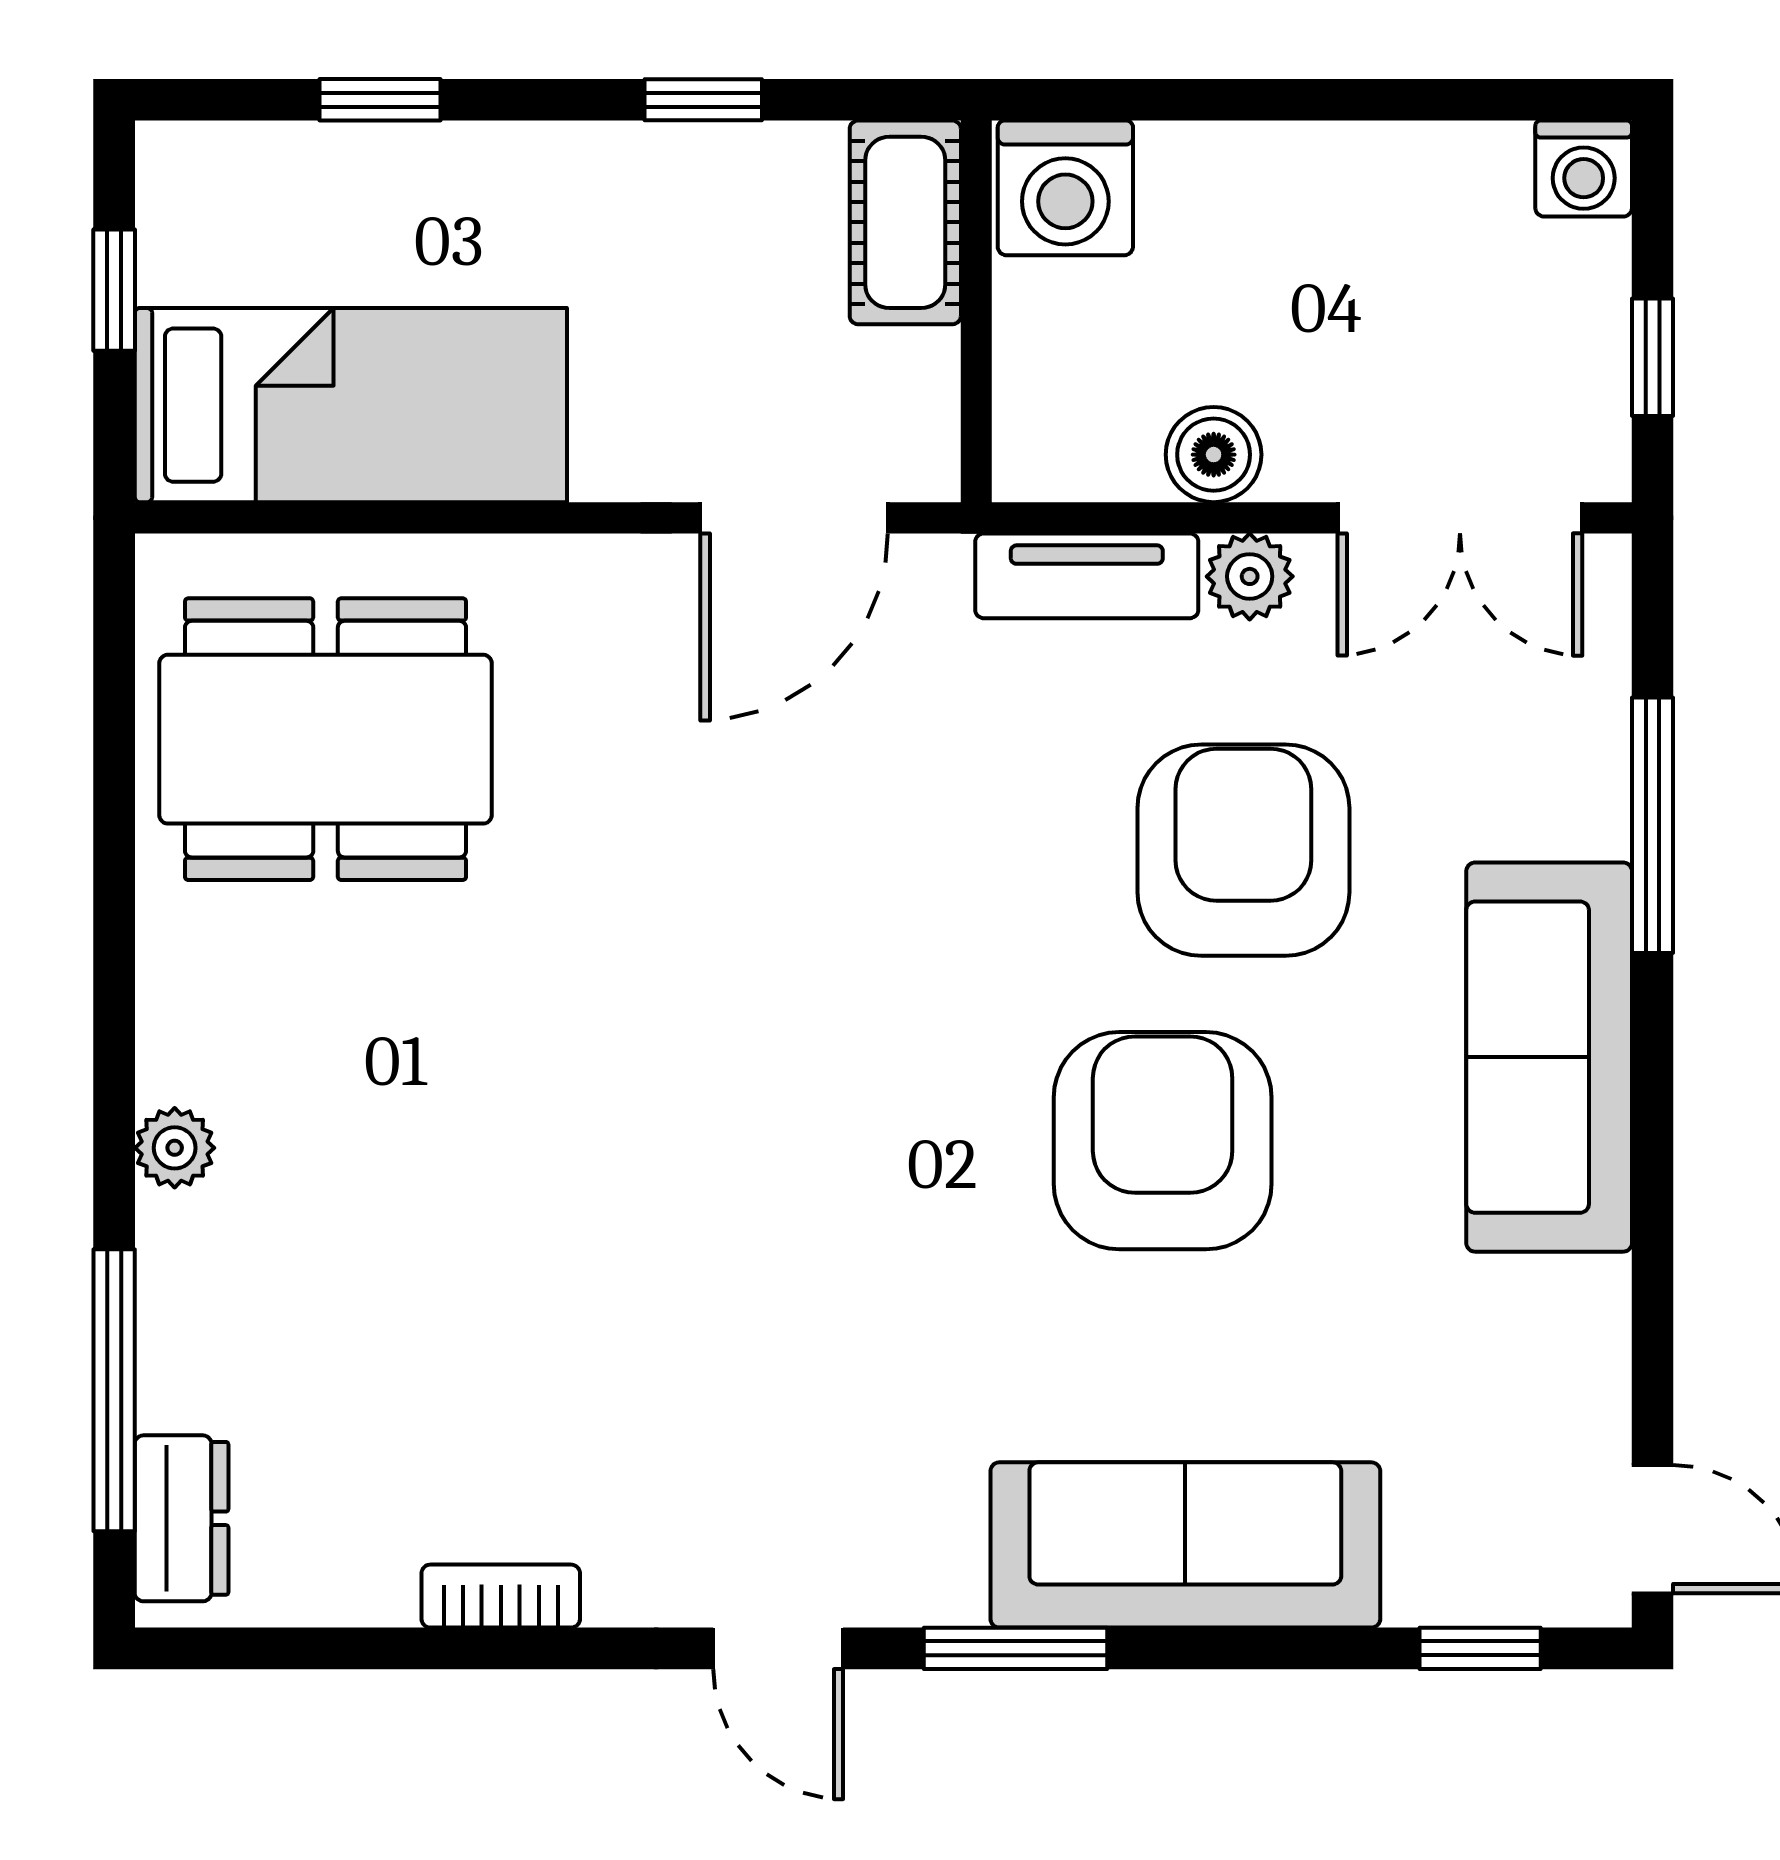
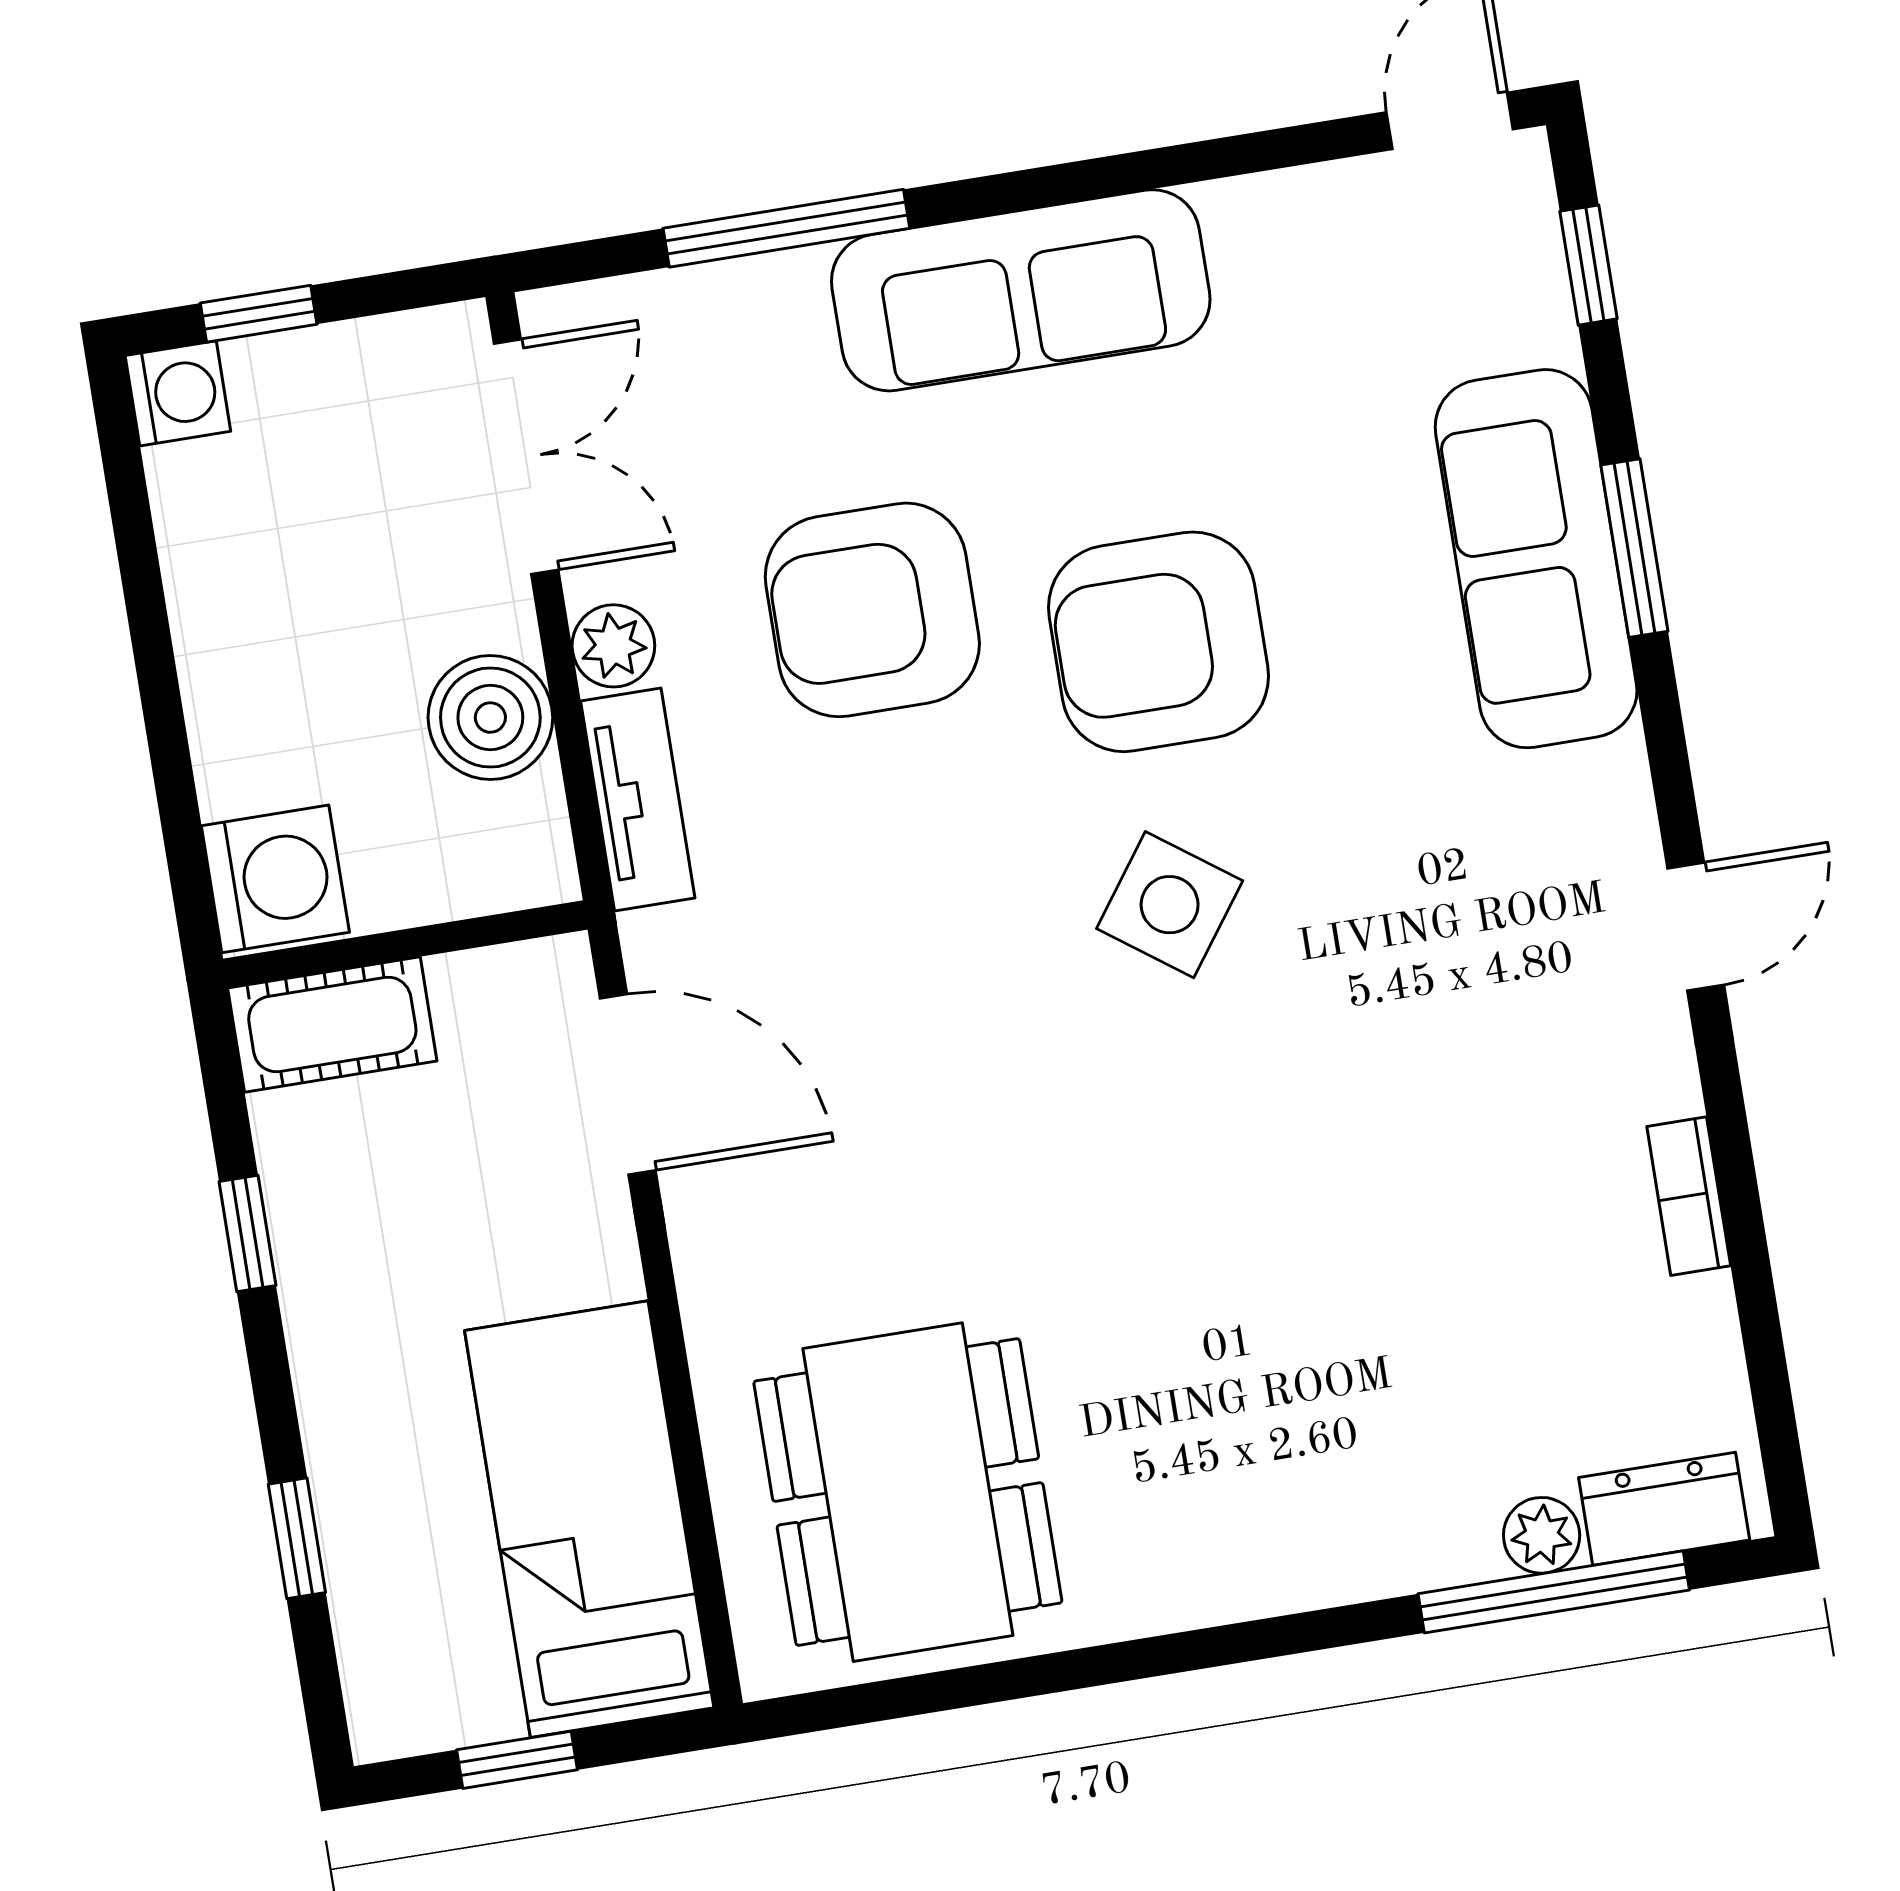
window: (1653, 357) -> (259, 314), moved
boiler: (1214, 455) -> (490, 718), width x1.36, depth x1.36
side table: (889, 1108) -> (1170, 905), added
plant: (175, 1148) -> (1542, 1535), moved
window: (1015, 1648) -> (1634, 548), moved

